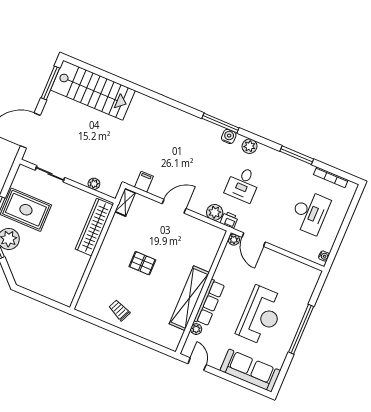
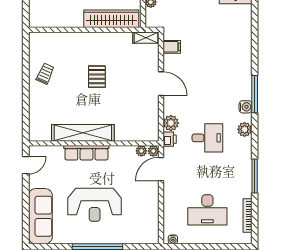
desk: (243, 184) -> (207, 138), turned 180
plant: (196, 329) -> (141, 151), moved

